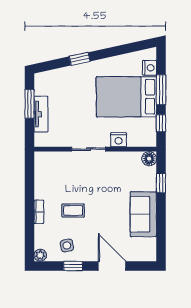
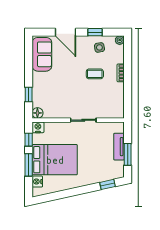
window: (80, 59) -> (108, 184), moved
nightstand: (119, 140) -> (38, 127), moved
sofa: (143, 214) -> (42, 54), moved

